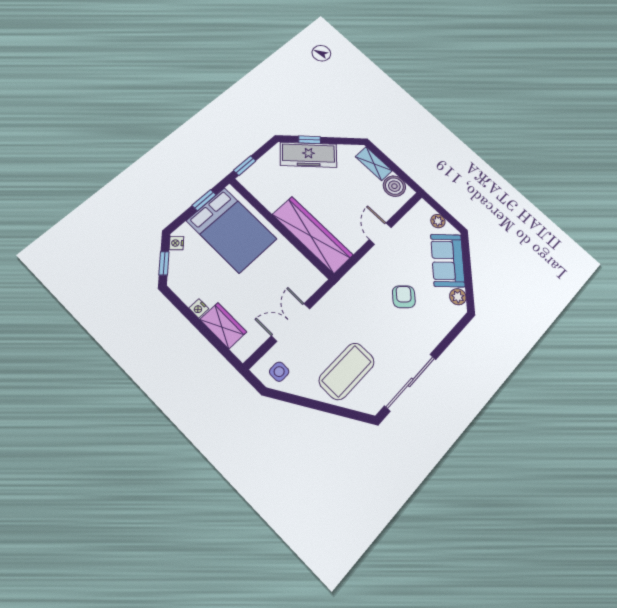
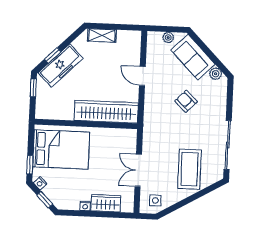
window: (245, 166) -> (33, 88), moved
boiler: (394, 186) -> (126, 39), removed
window: (204, 200) -> (30, 165), moved

